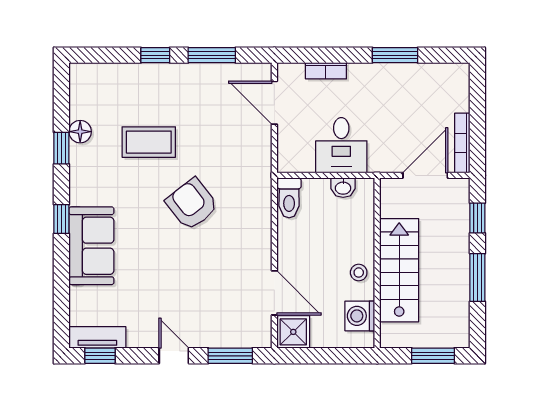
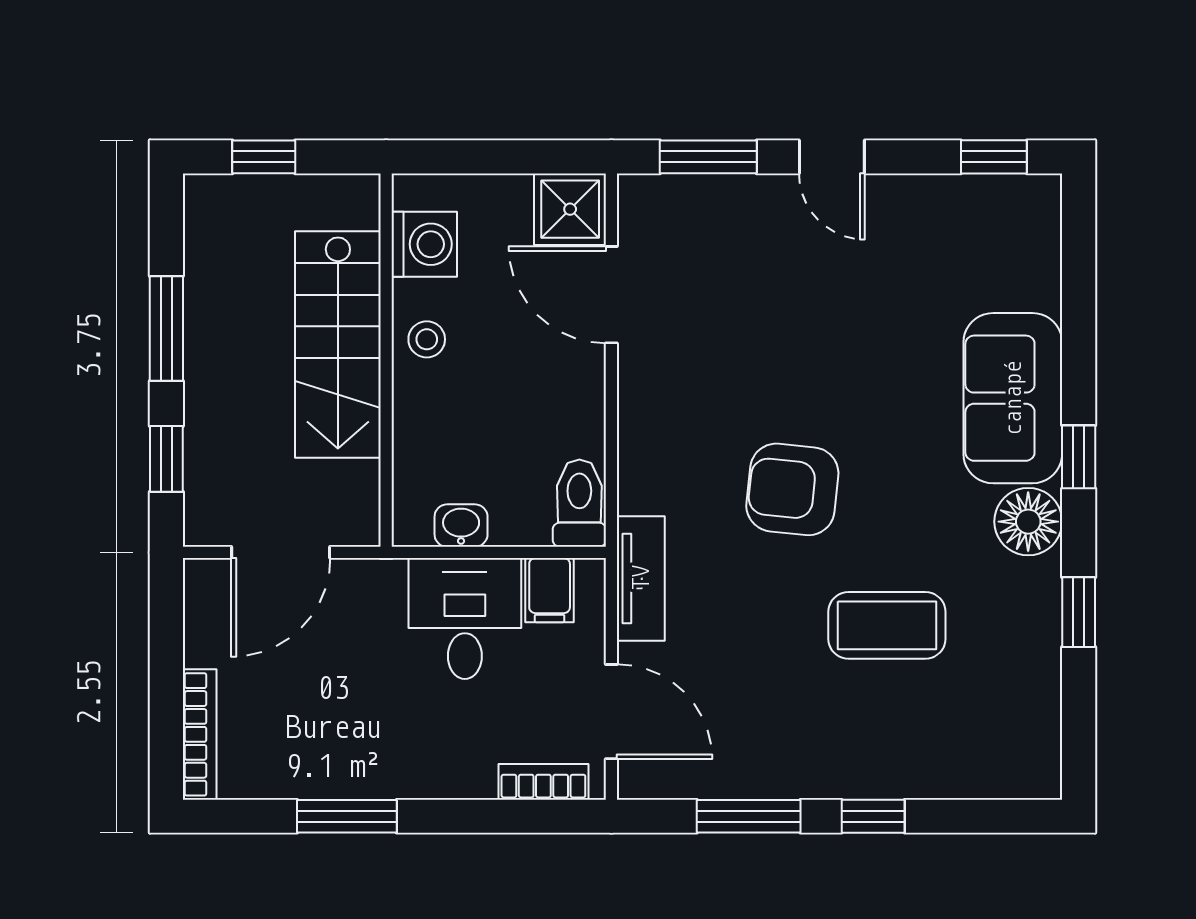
bookcase: (326, 71) -> (543, 782), moved
floor lamp: (80, 132) -> (1028, 522), moved, width x1.38, depth x1.38
bookcase: (462, 143) -> (200, 734), moved
filing cabinet: (303, 158) -> (550, 590), added
armchair: (192, 204) -> (792, 489), turned 134
tv unit: (97, 337) -> (641, 578), moved, turned -90
window: (433, 356) -> (264, 157), width x0.67

